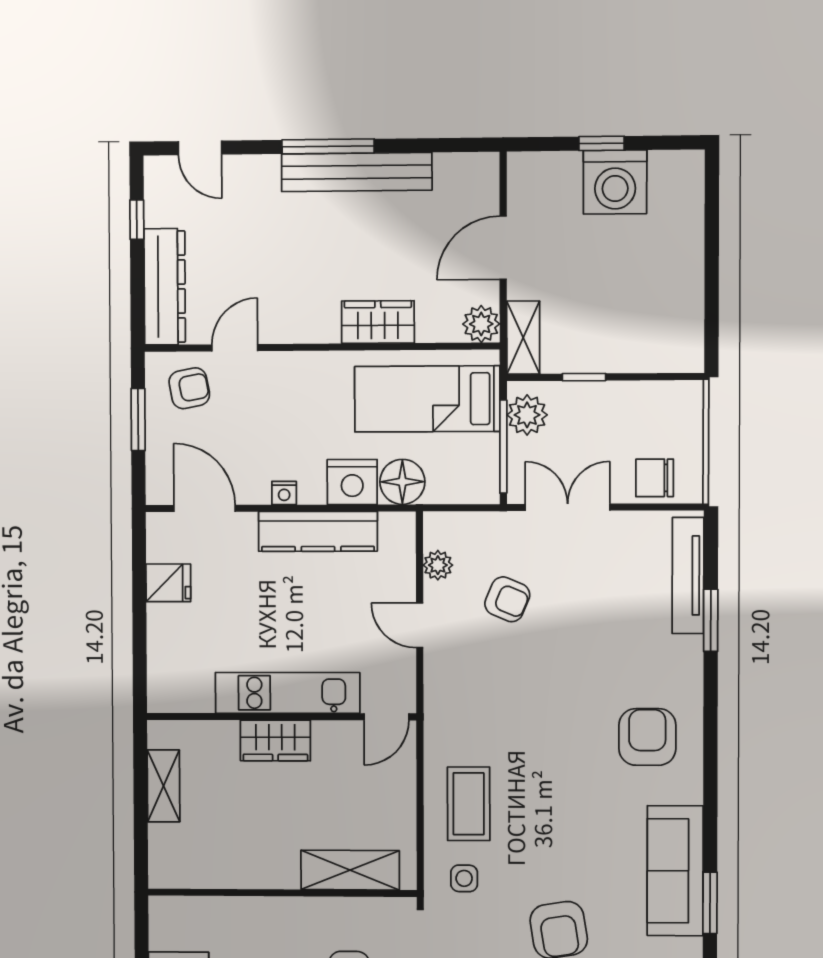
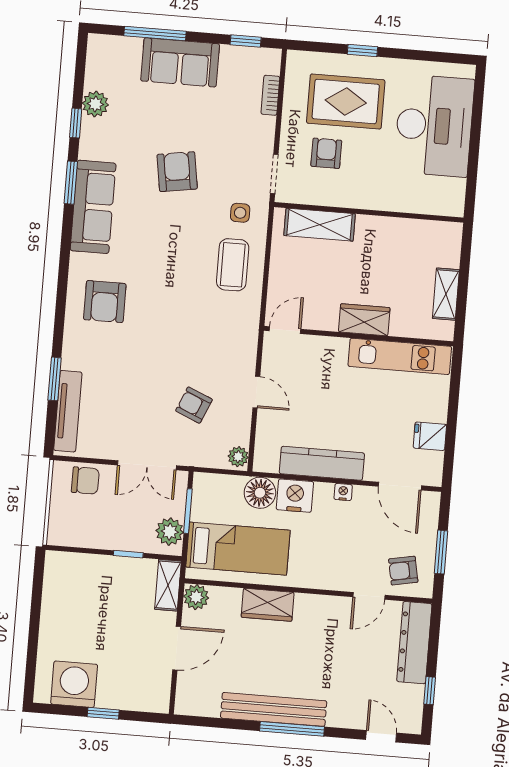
washing machine: (615, 182) -> (74, 684), moved
window: (503, 447) -> (188, 511), width x0.69
plant: (438, 565) -> (238, 457), moved
kitchen unit: (288, 693) -> (400, 356), moved

